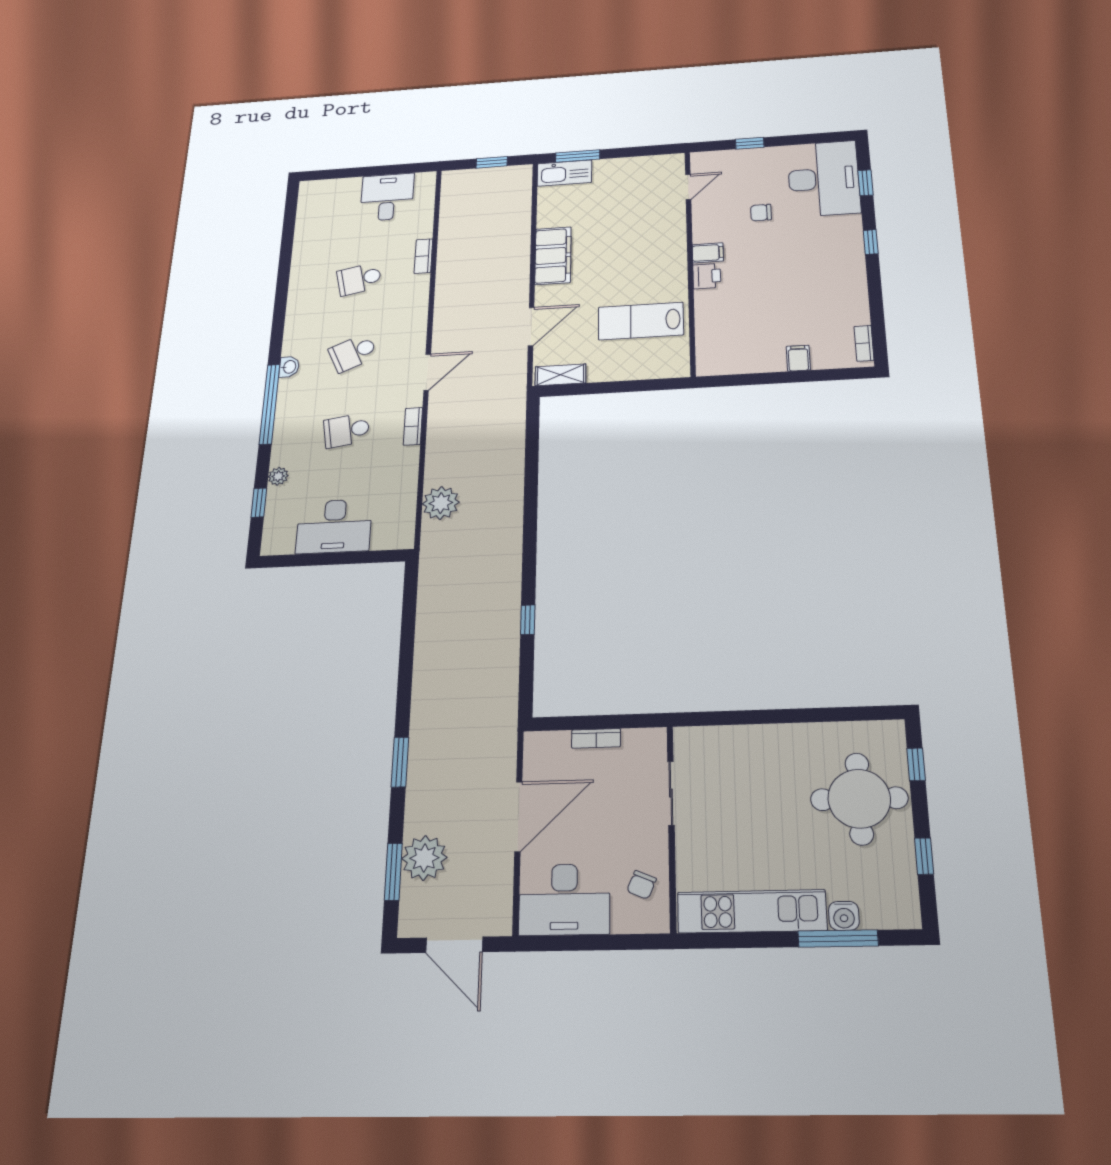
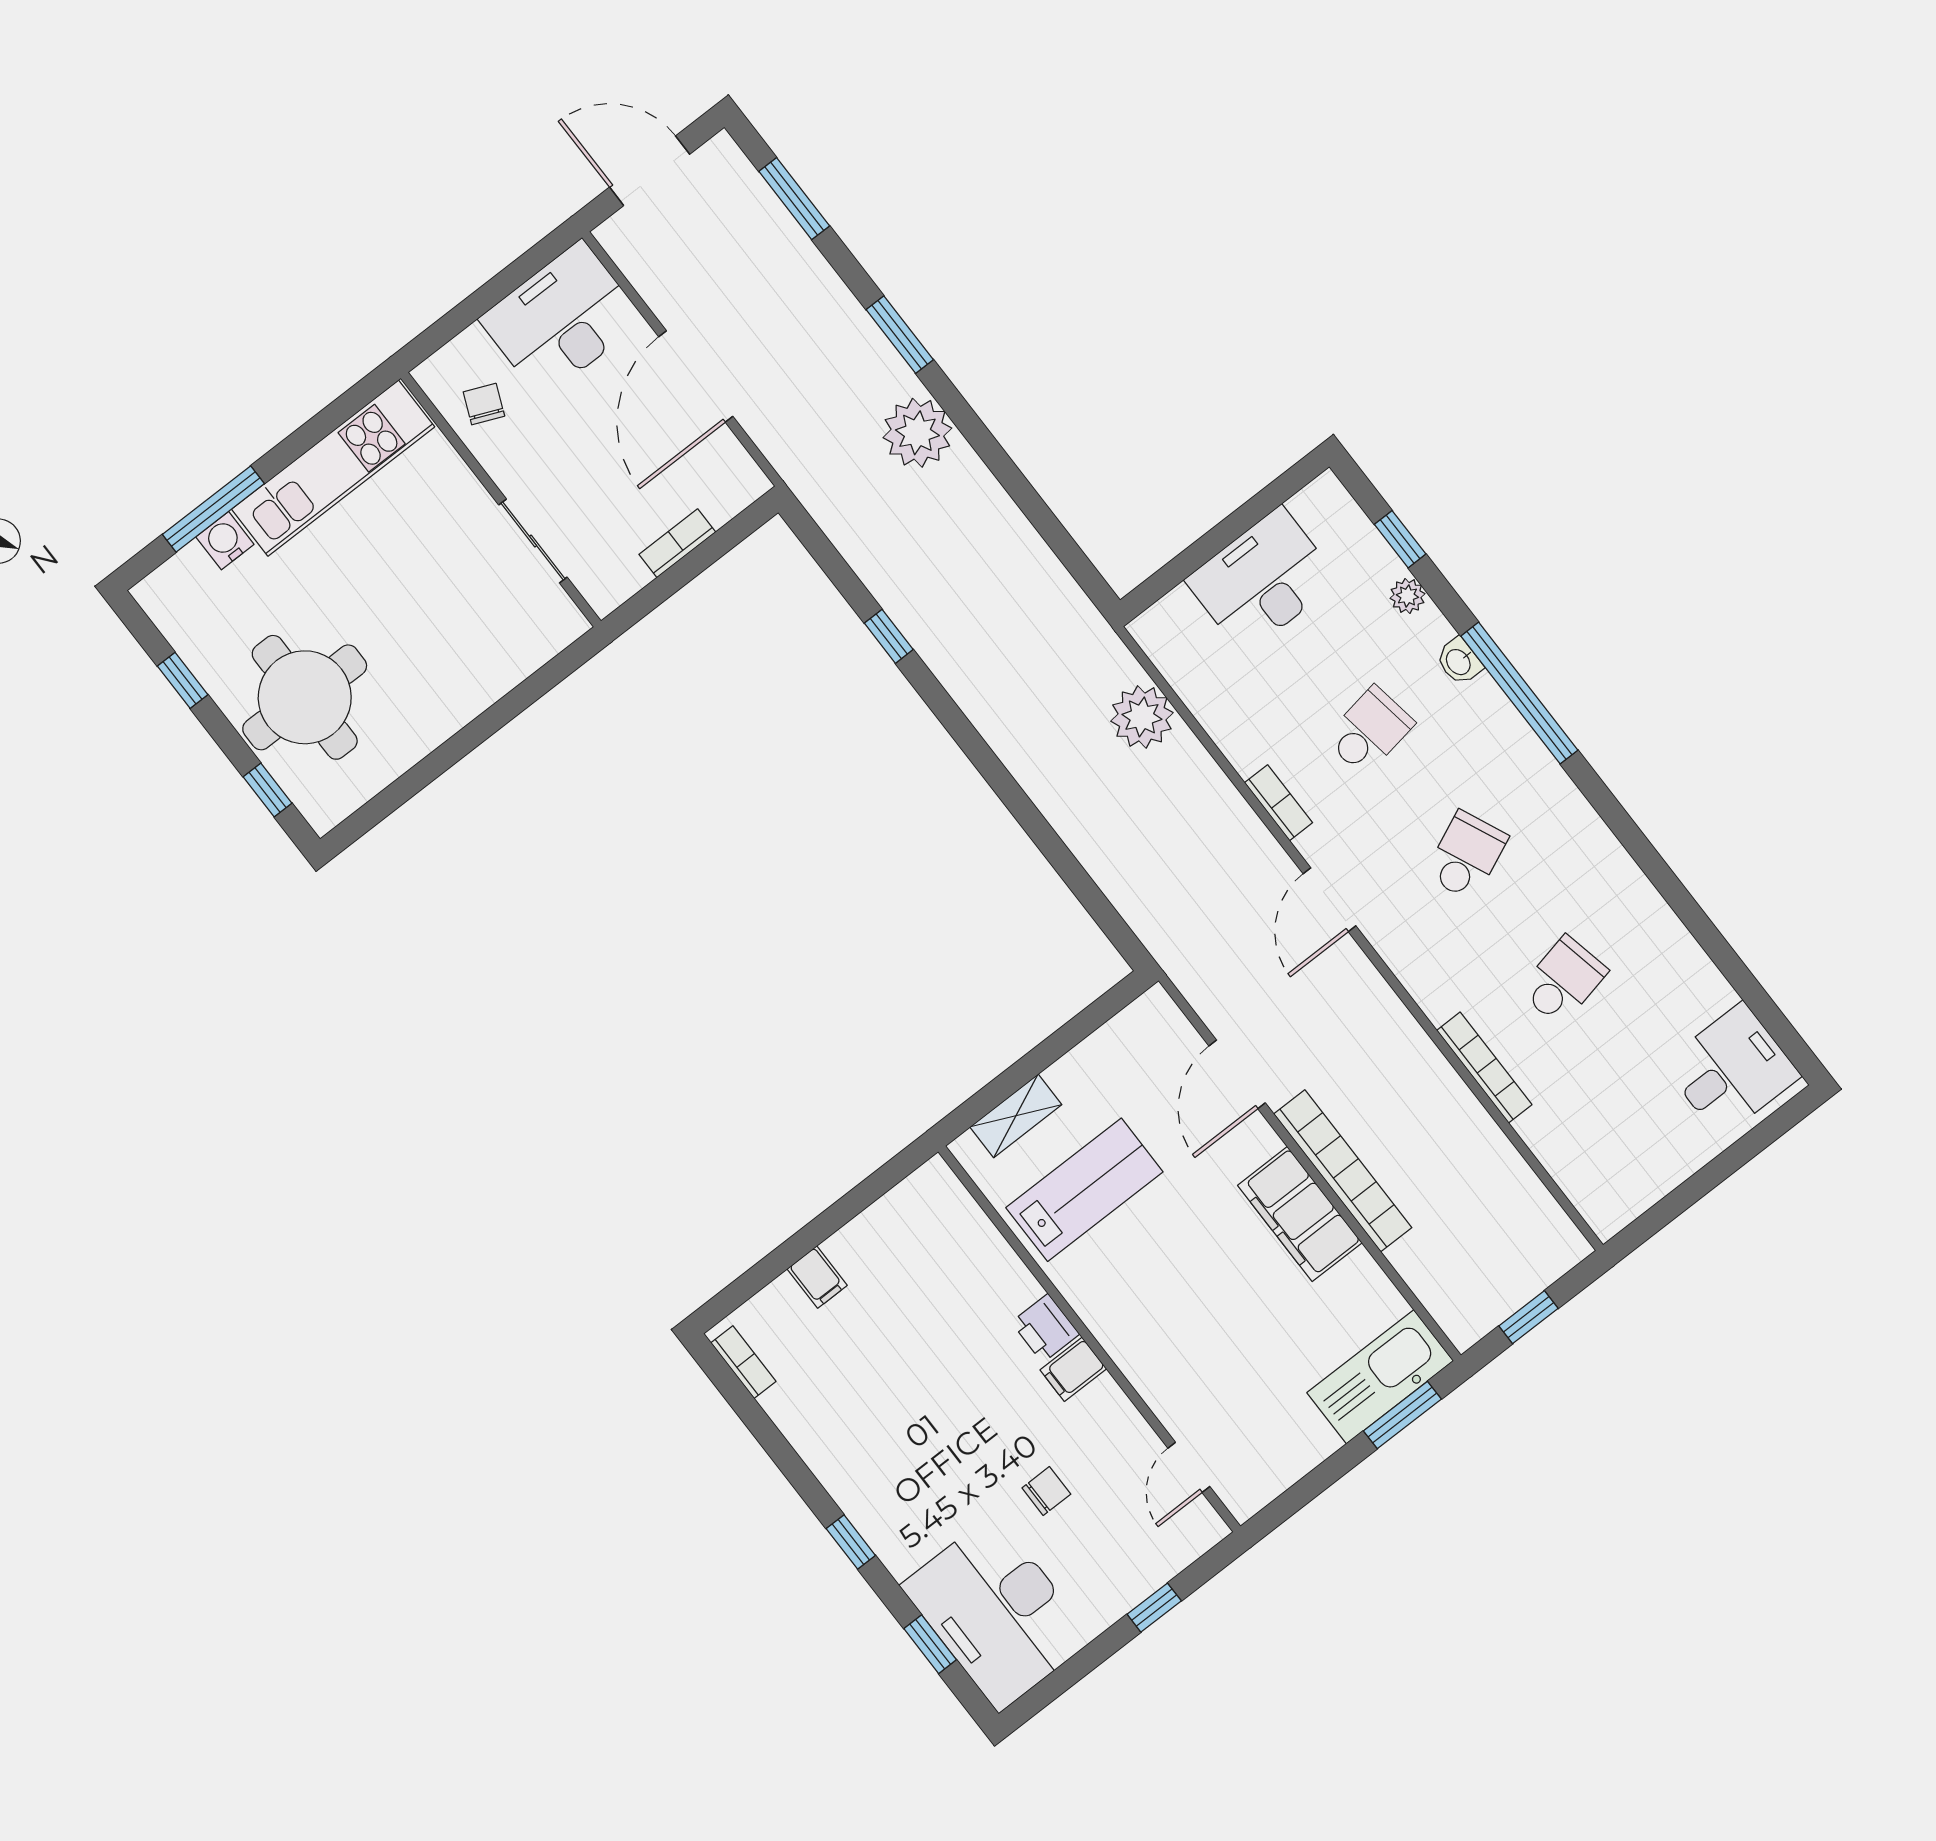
kitchen sink: (564, 173) -> (1380, 1377), width x1.36, depth x1.24
desk: (387, 197) -> (1731, 1070), moved, turned -90
bookcase: (423, 256) -> (1484, 1067), width x1.56
bookcase: (519, 262) -> (1343, 1171), added
washbasin: (289, 367) -> (1459, 661), moved
shelving: (561, 375) -> (1016, 1116), moved
plant: (424, 858) -> (917, 433), moved

